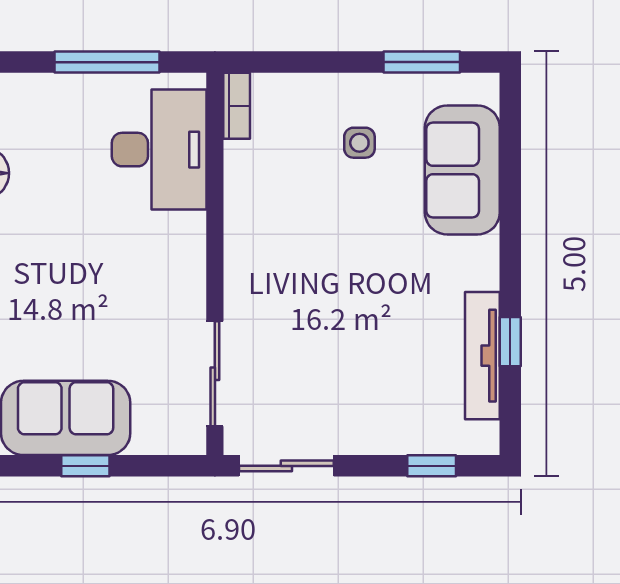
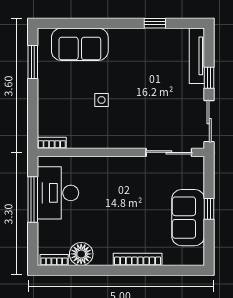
side table: (359, 143) -> (101, 100), moved
desk: (159, 150) -> (58, 193), moved, turned -90
tv unit: (482, 356) -> (197, 56), moved, turned 90
window: (432, 466) -> (209, 78), moved

